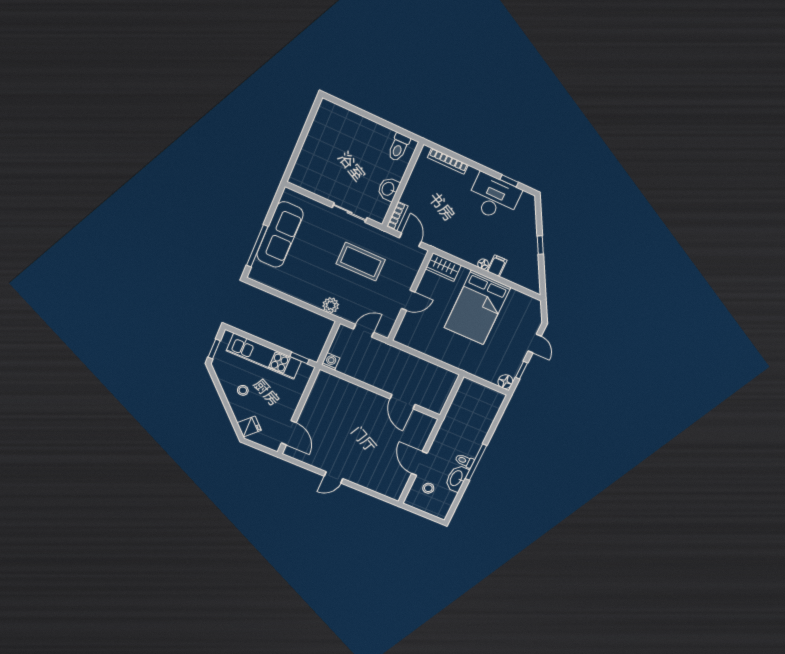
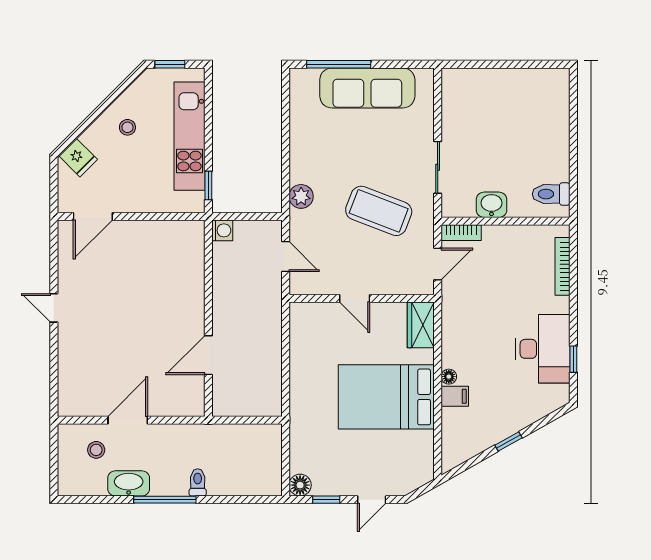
coffee table: (361, 262) -> (379, 211), turned -69
toilet: (464, 461) -> (198, 482), moved

